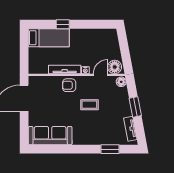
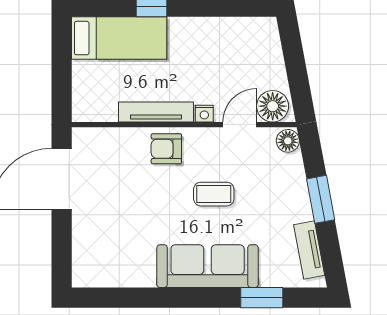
sofa: (50, 136) -> (208, 266), moved

